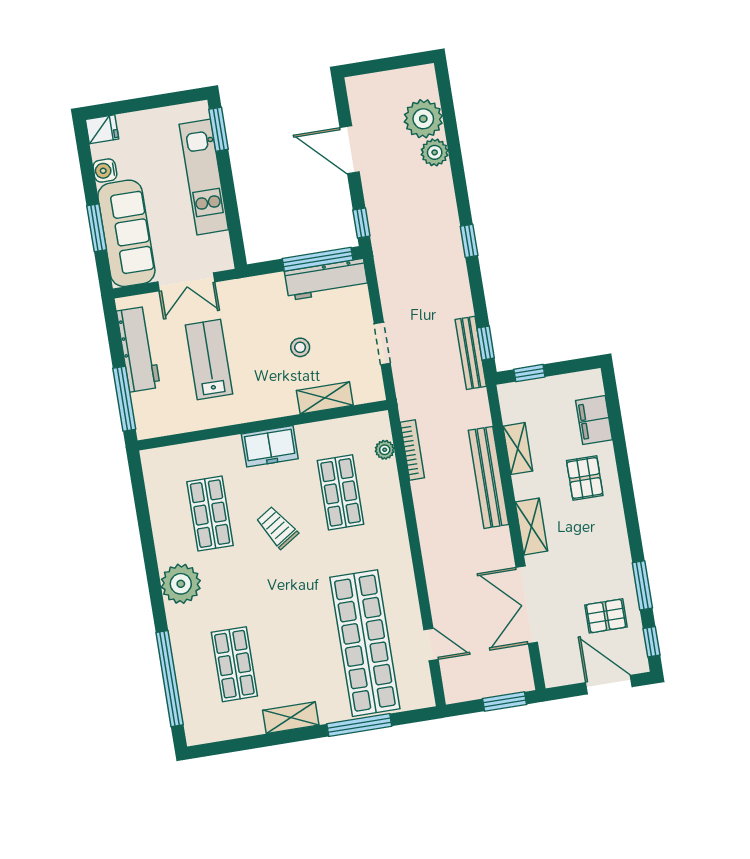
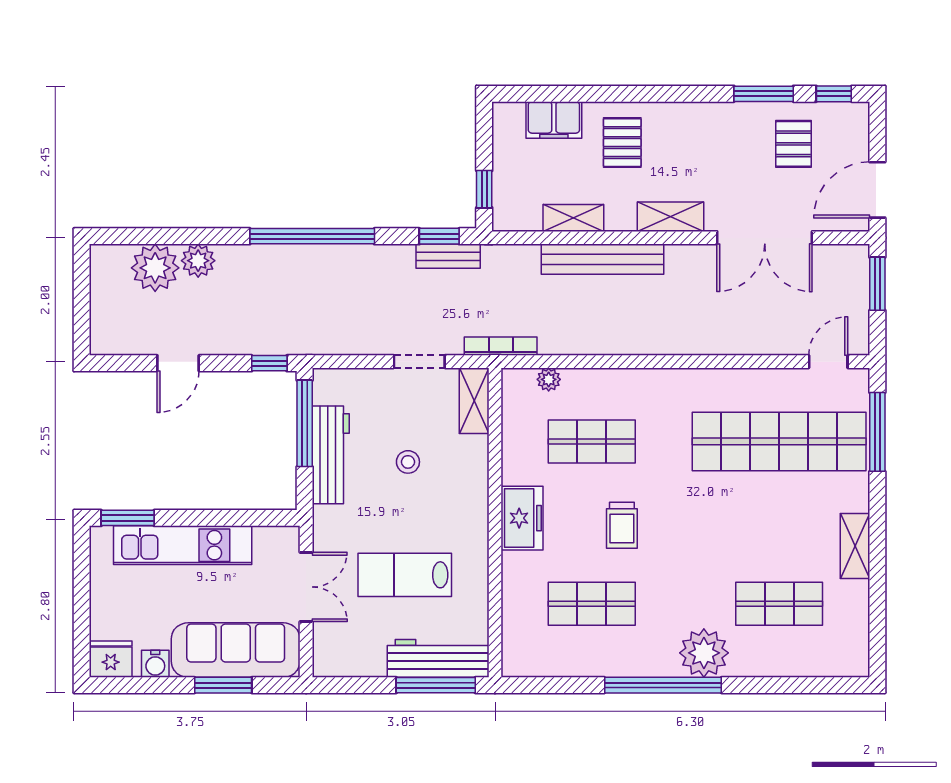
fridge: (102, 129) -> (111, 659), width x1.38
door: (350, 150) -> (178, 363), width x0.73
window: (469, 241) -> (312, 236), width x3.17
workbench: (326, 279) -> (331, 455), moved
workbench: (138, 349) -> (438, 658), moved
bench: (471, 353) -> (448, 256), width x0.73
shelving: (325, 398) -> (474, 401), moved
bookcase: (412, 450) -> (501, 346), moved
pallet: (585, 478) -> (622, 143), turned 90
trolley: (277, 528) -> (622, 525), turned -57
plant: (181, 584) -> (704, 653), moved
door: (431, 645) -> (828, 362), moved
window: (170, 679) -> (663, 685), moved
door: (609, 685) -> (877, 190), moved
window: (359, 725) -> (877, 432), moved

